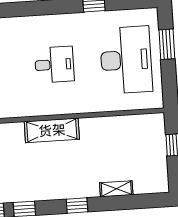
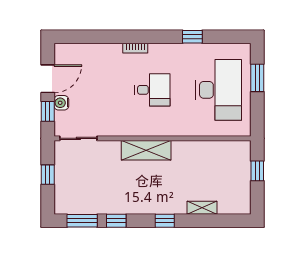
bookcase: (33, 21) -> (135, 48), added

